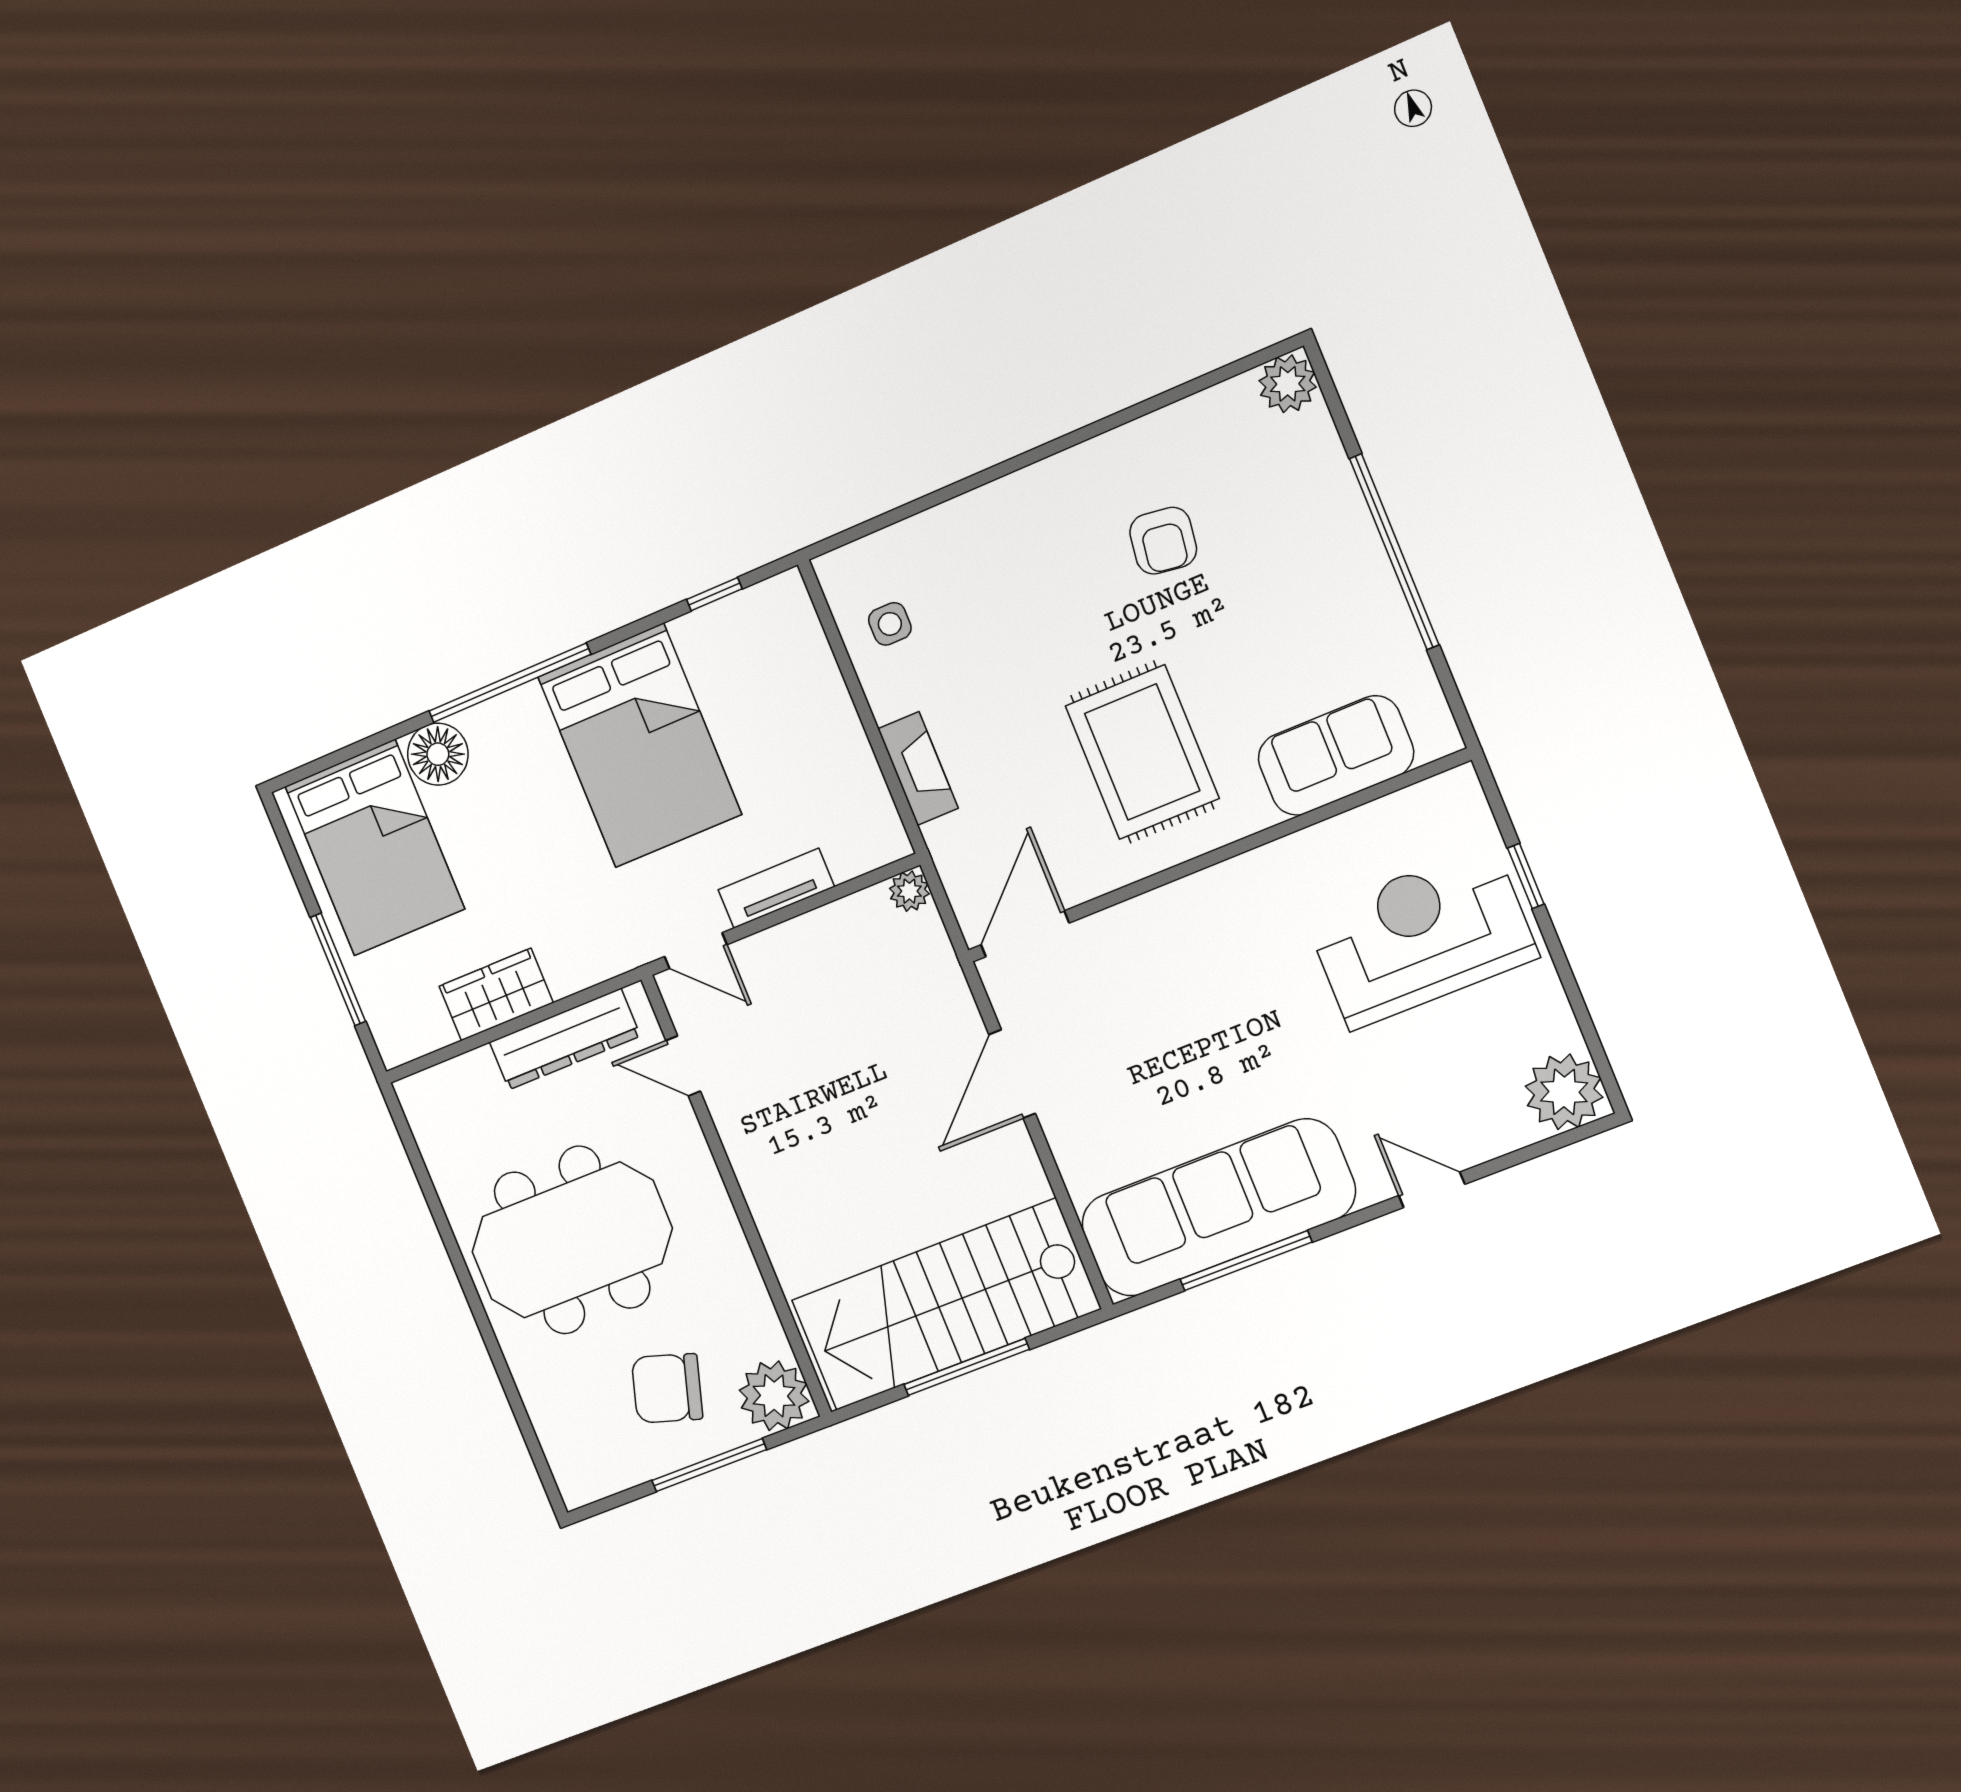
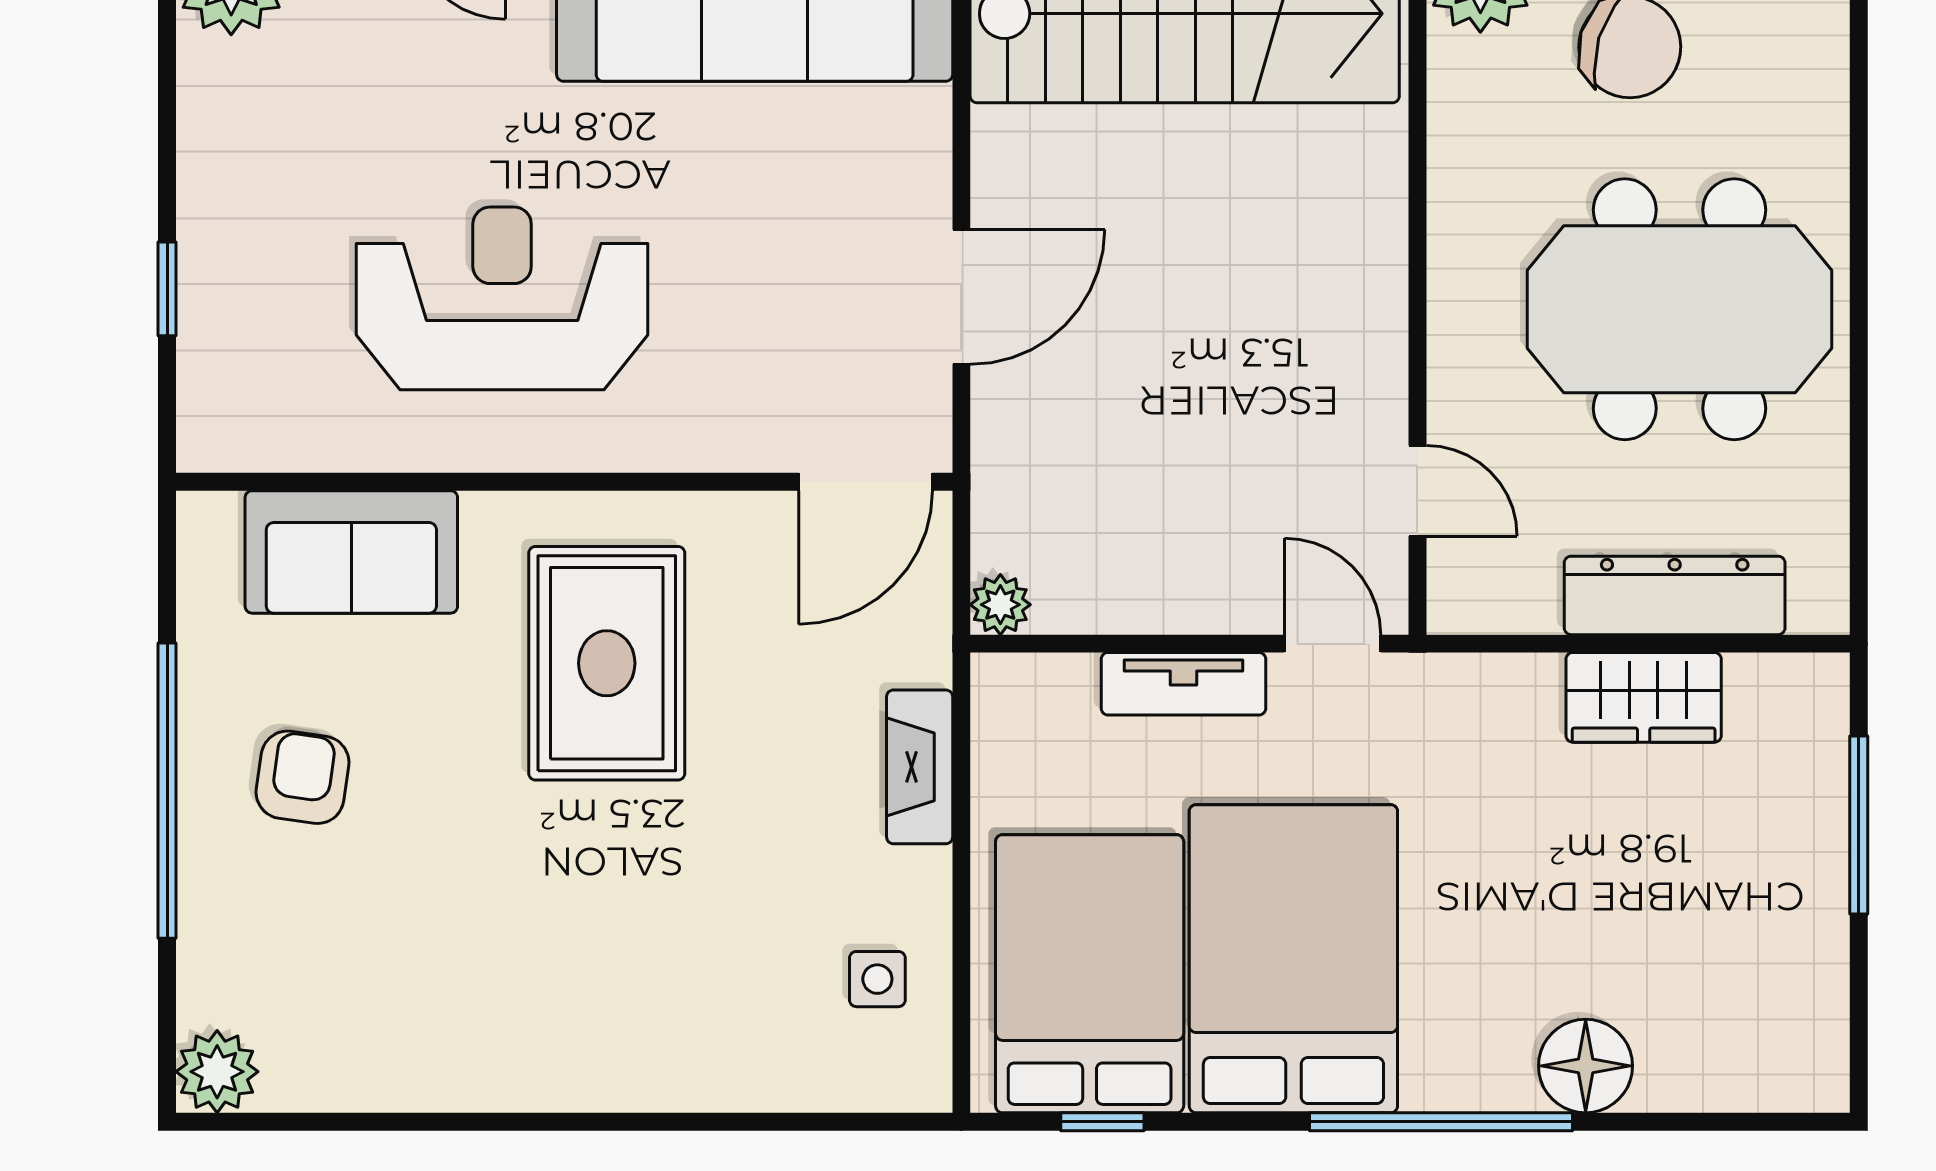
armchair: (1163, 541) -> (302, 777), moved
bed: (375, 848) -> (1090, 974), moved
reception desk: (1421, 937) -> (502, 298), moved, turned 180
dresser: (565, 1039) -> (1675, 595), moved

